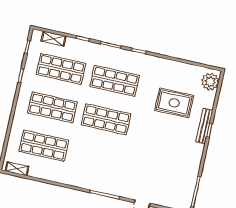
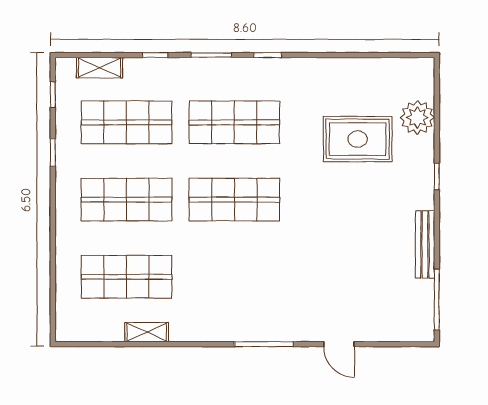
plant: (210, 82) -> (417, 118), moved
bench: (204, 126) -> (425, 244), moved
shelving: (17, 169) -> (147, 332), moved

